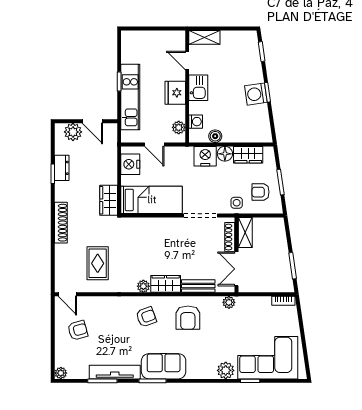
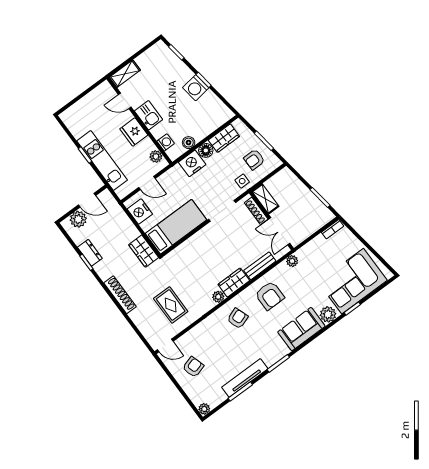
sofa: (164, 366) -> (301, 329), moved

